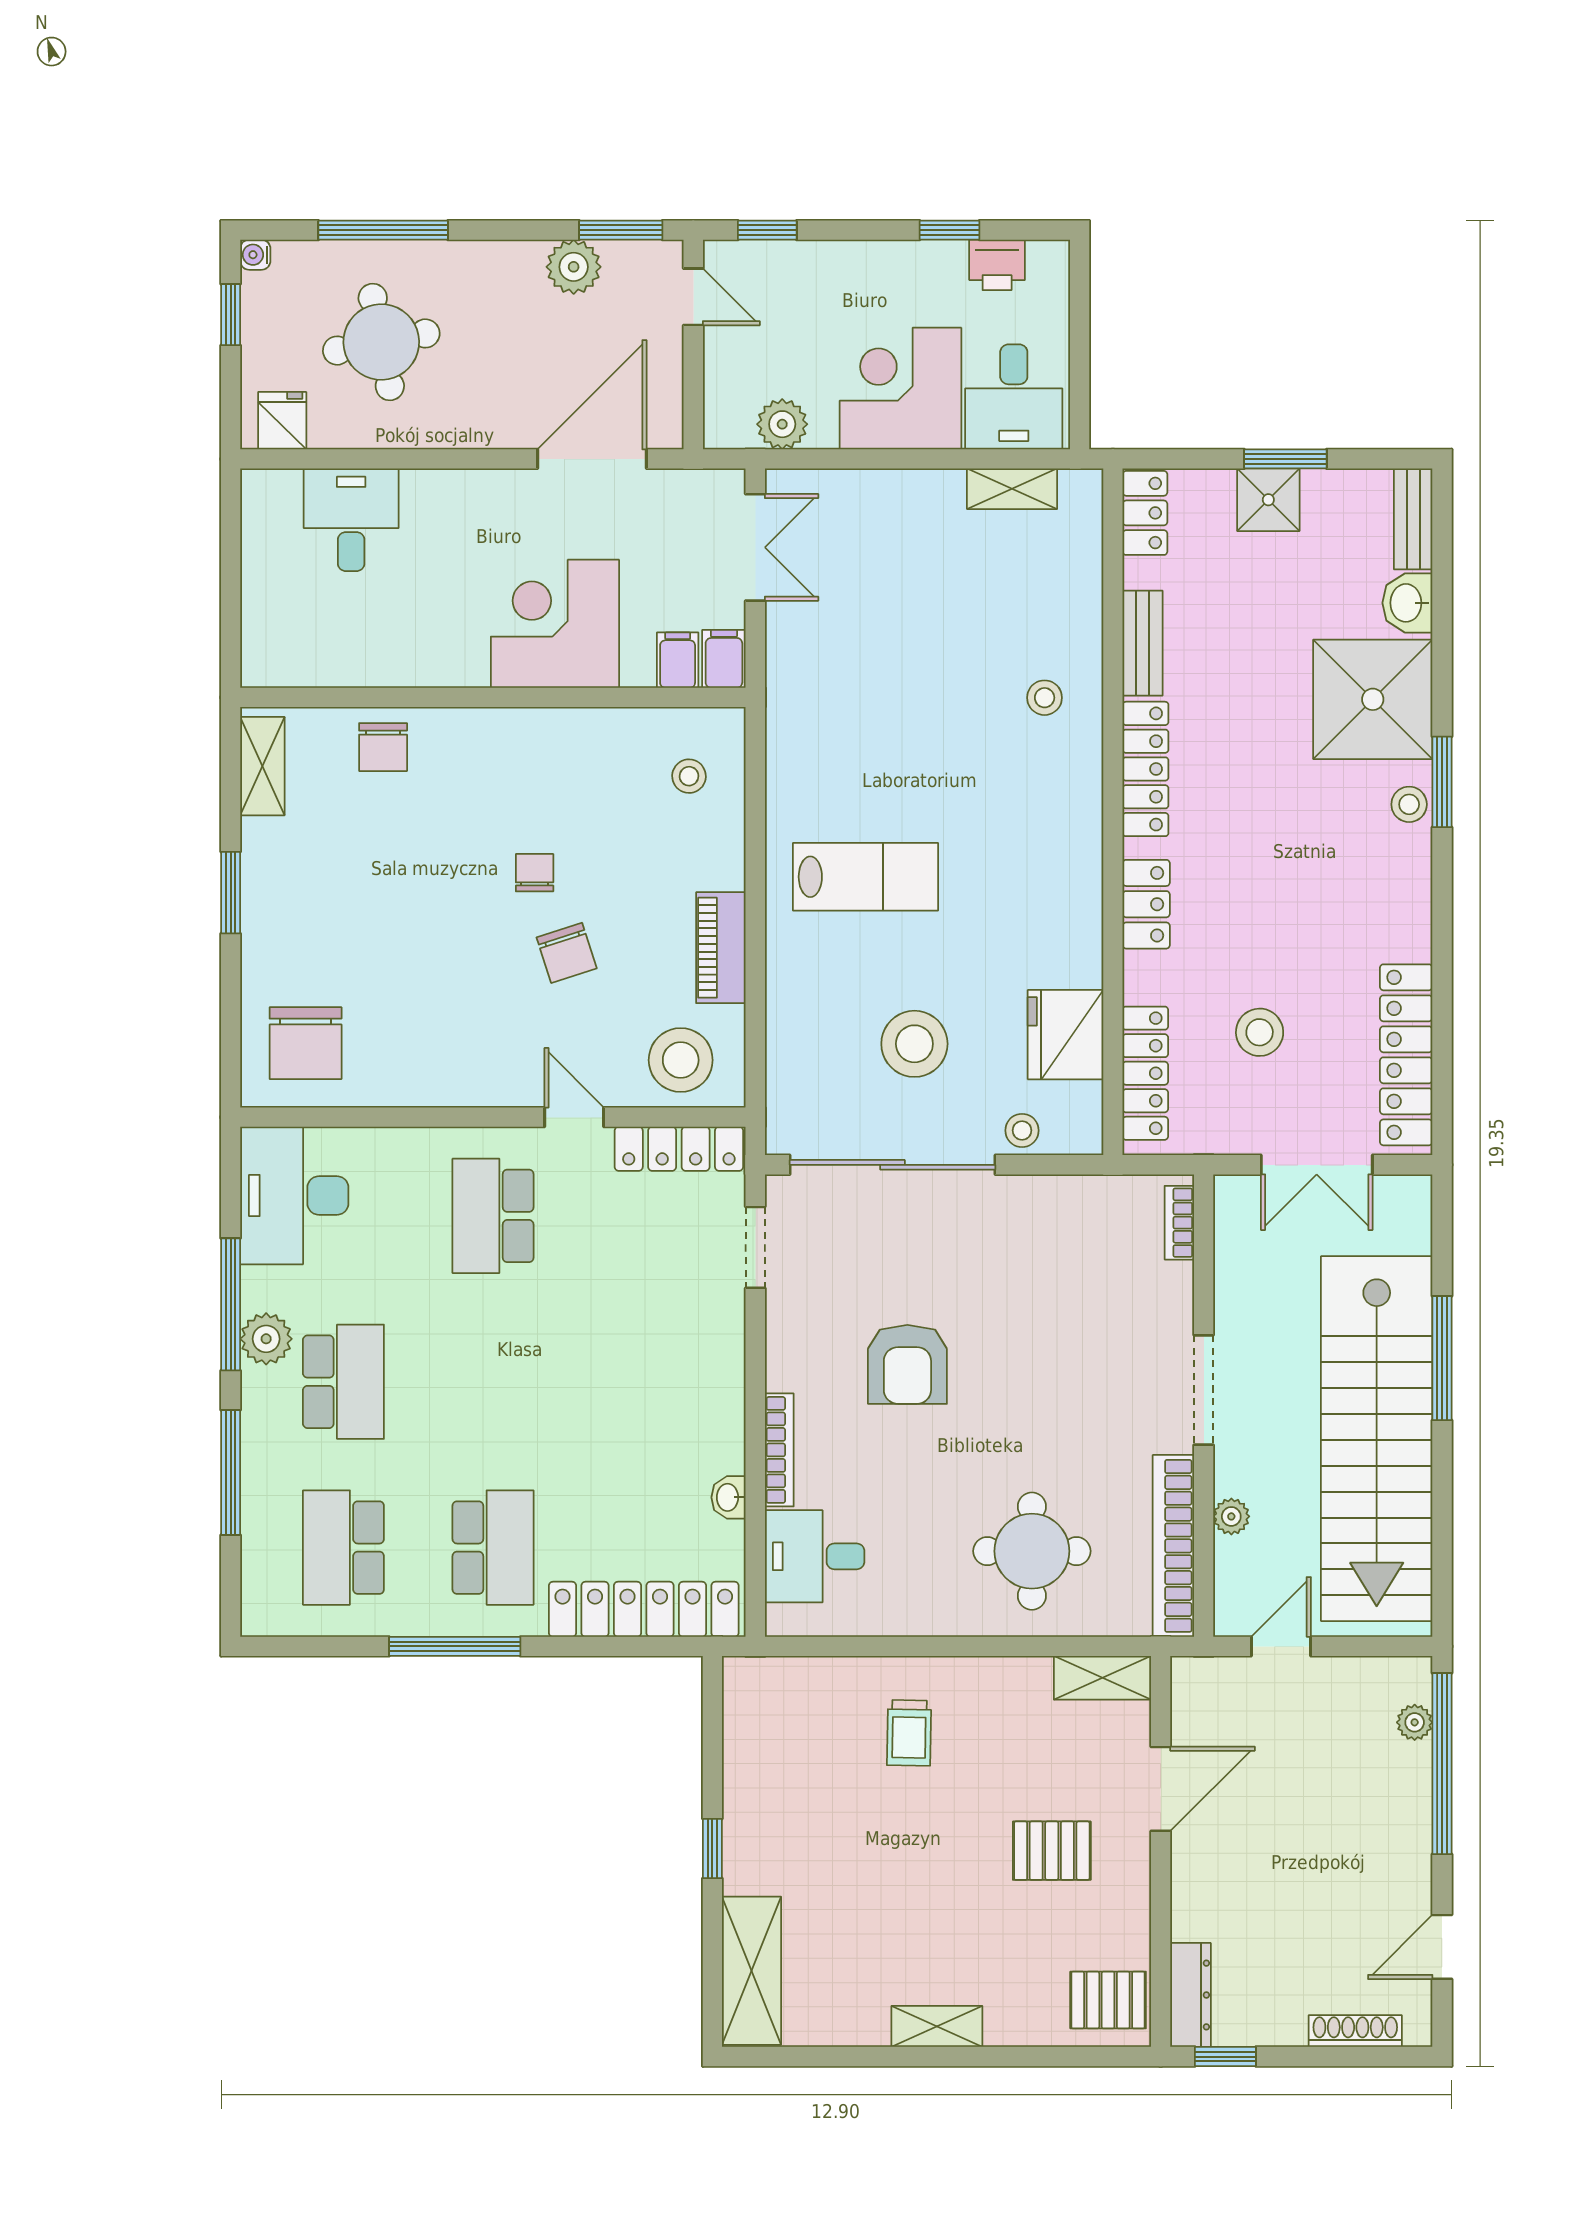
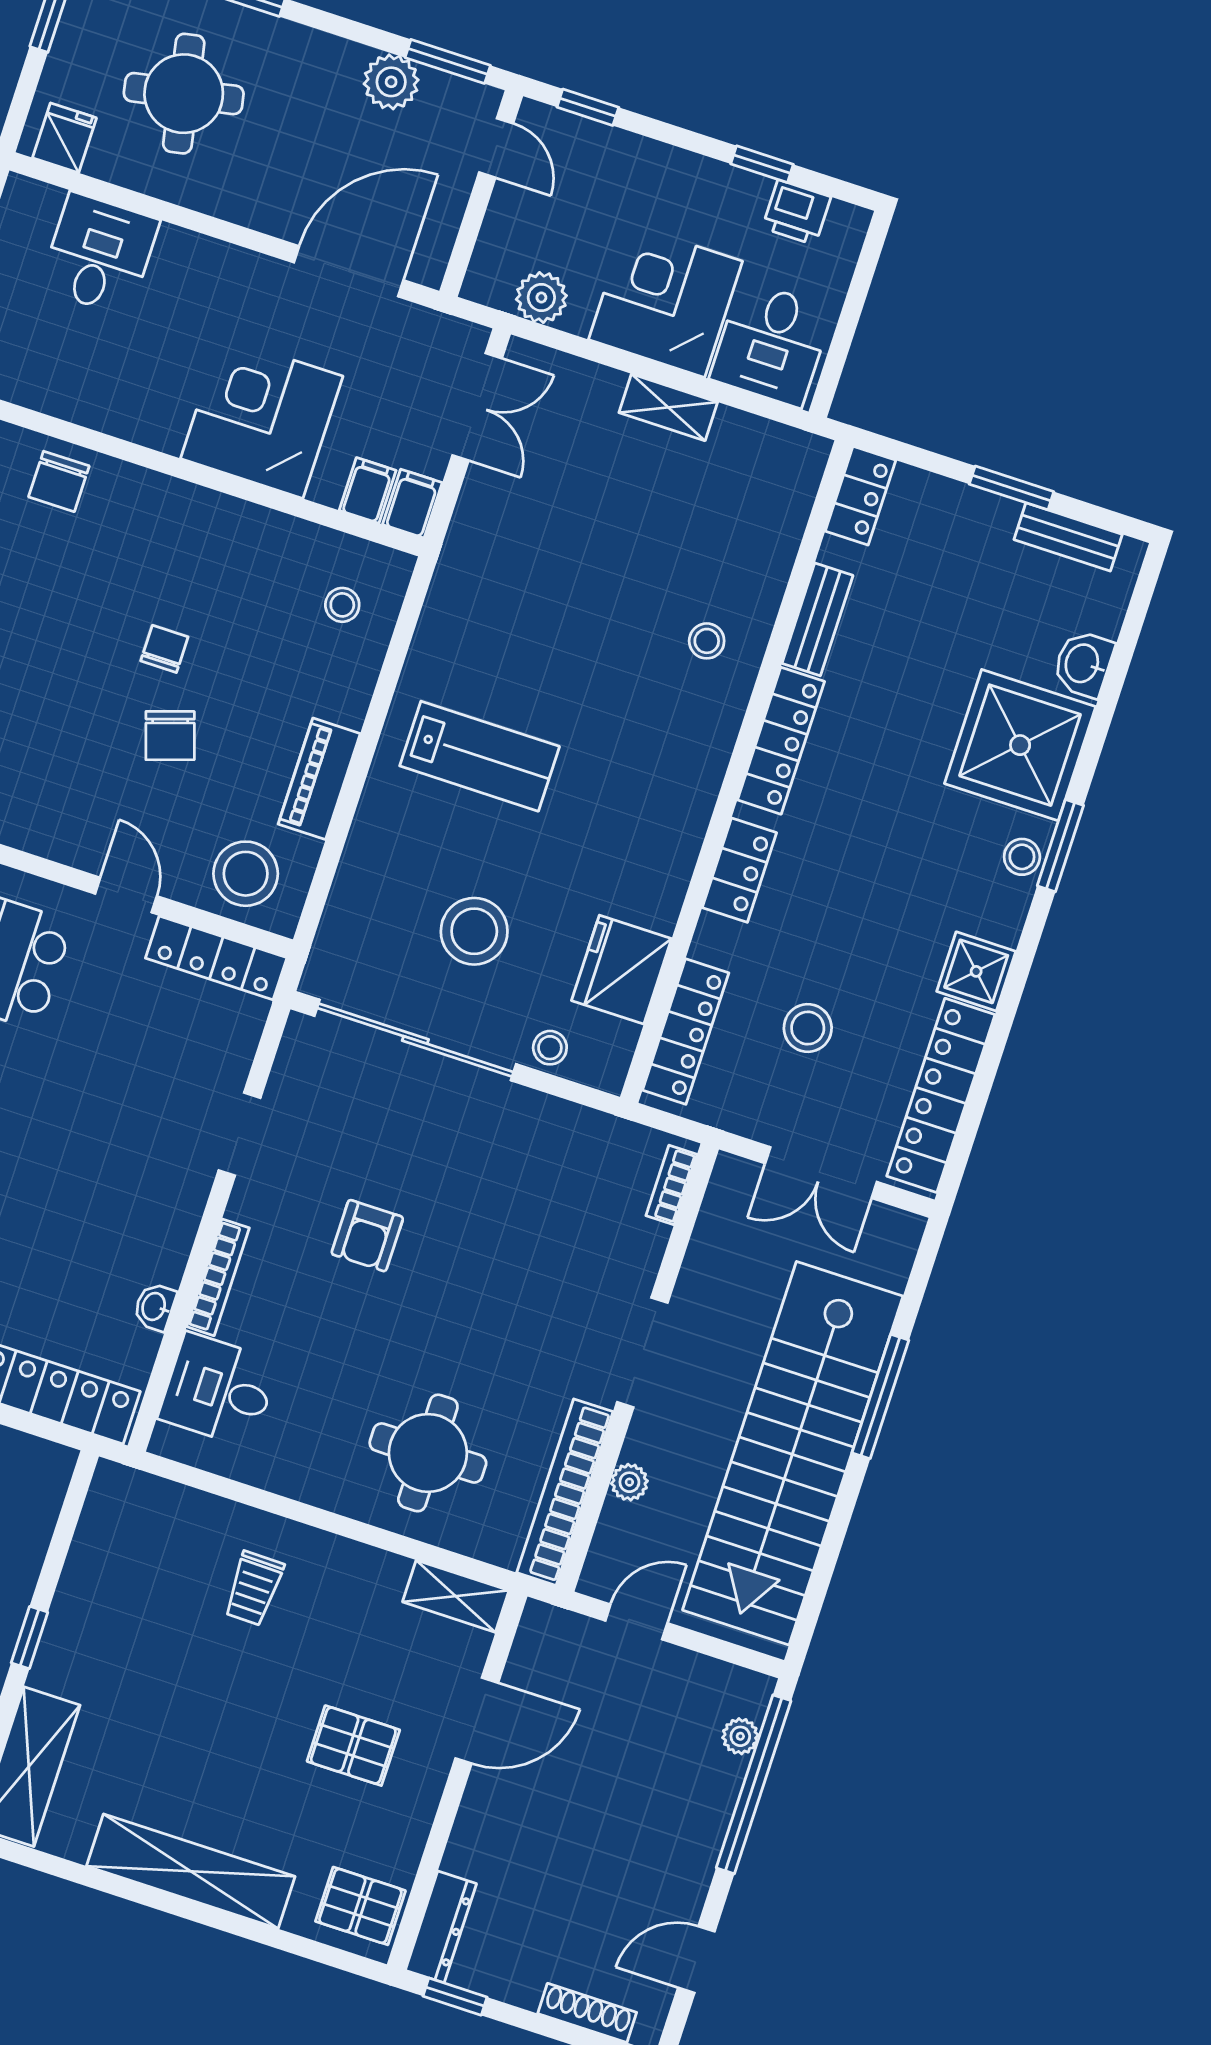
shelving: (1012, 489) -> (668, 407), moved
shower: (1268, 500) -> (976, 971), moved
bench: (1413, 519) -> (1068, 537), moved, turned 90
doorway: (755, 1247) -> (239, 1134), moved
armchair: (907, 1364) -> (367, 1236), width x0.72, depth x0.72
shelving: (937, 2026) -> (191, 1871), width x2.20, depth x1.33

